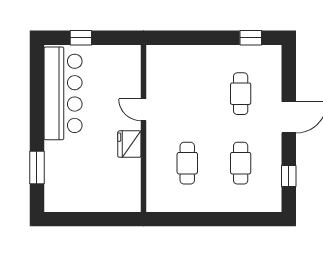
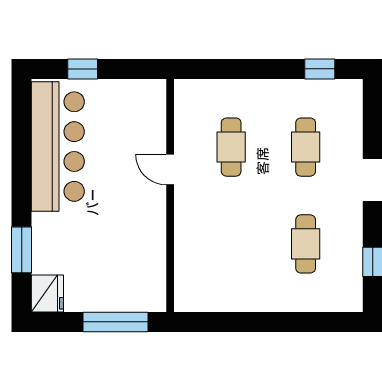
fridge: (129, 144) -> (47, 294), moved, turned 180
cafe table: (187, 163) -> (231, 147), moved
window: (104, 219) -> (116, 322), added

